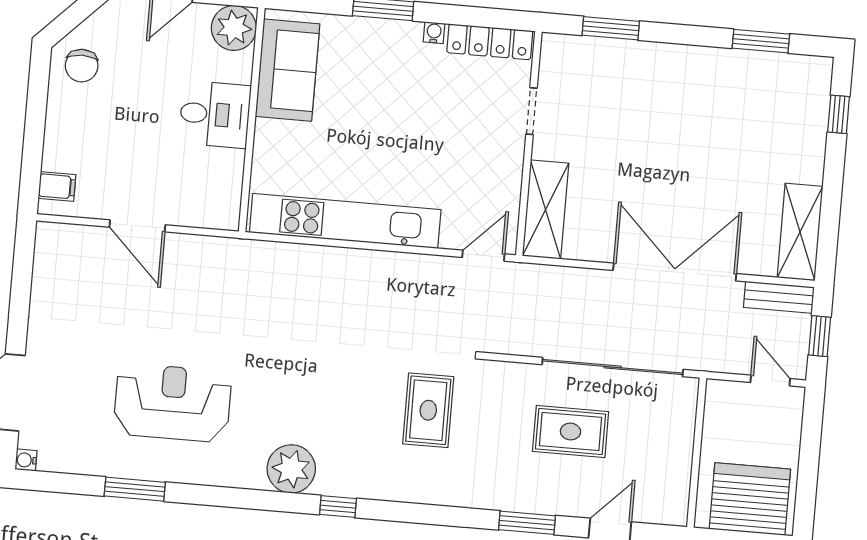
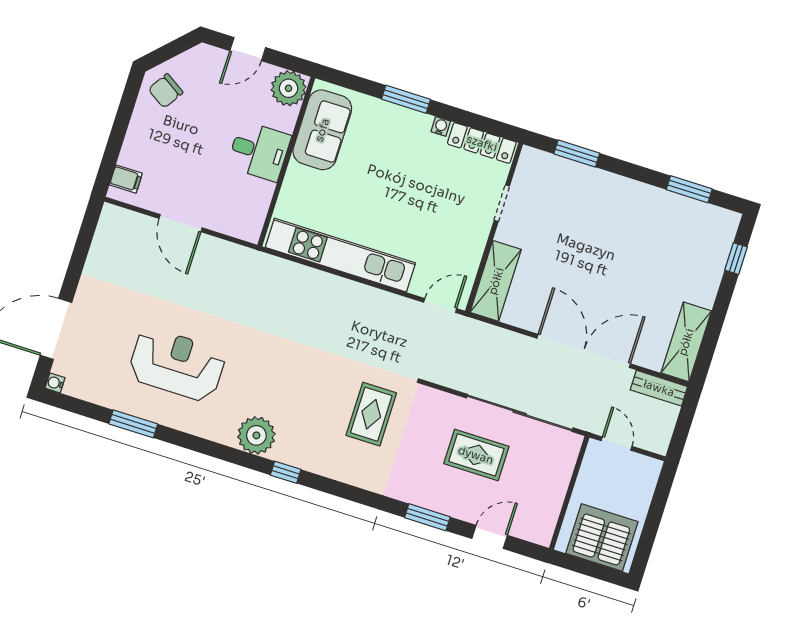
chair: (82, 66) -> (166, 91), turned 33
window: (820, 336) -> (683, 425), removed
door: (770, 381) -> (617, 444), moved

